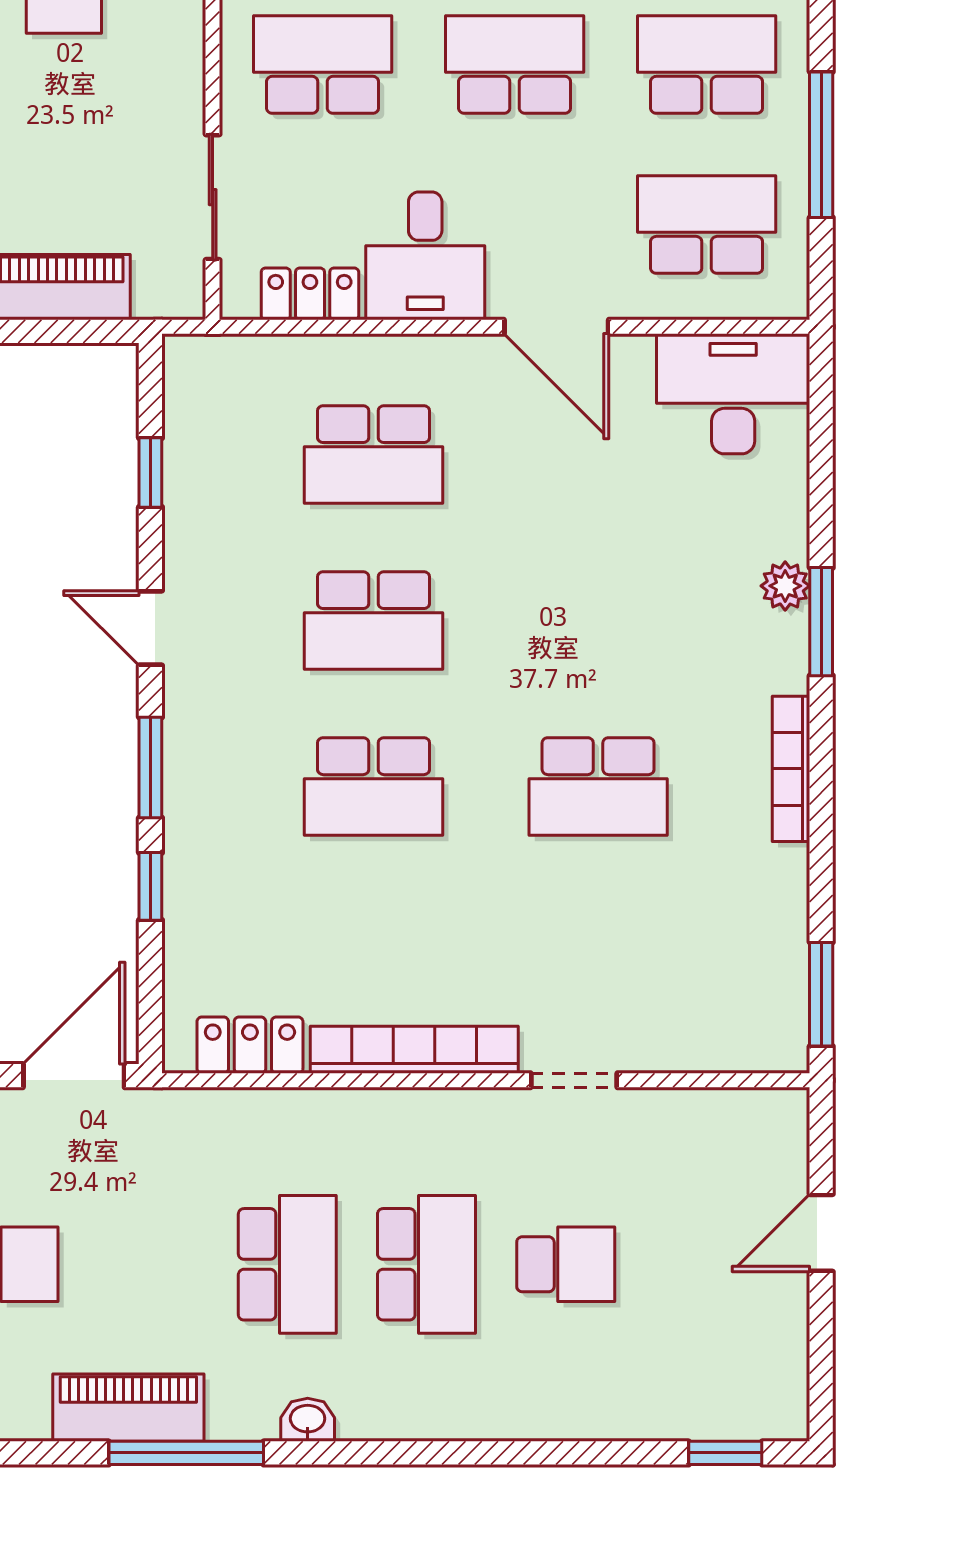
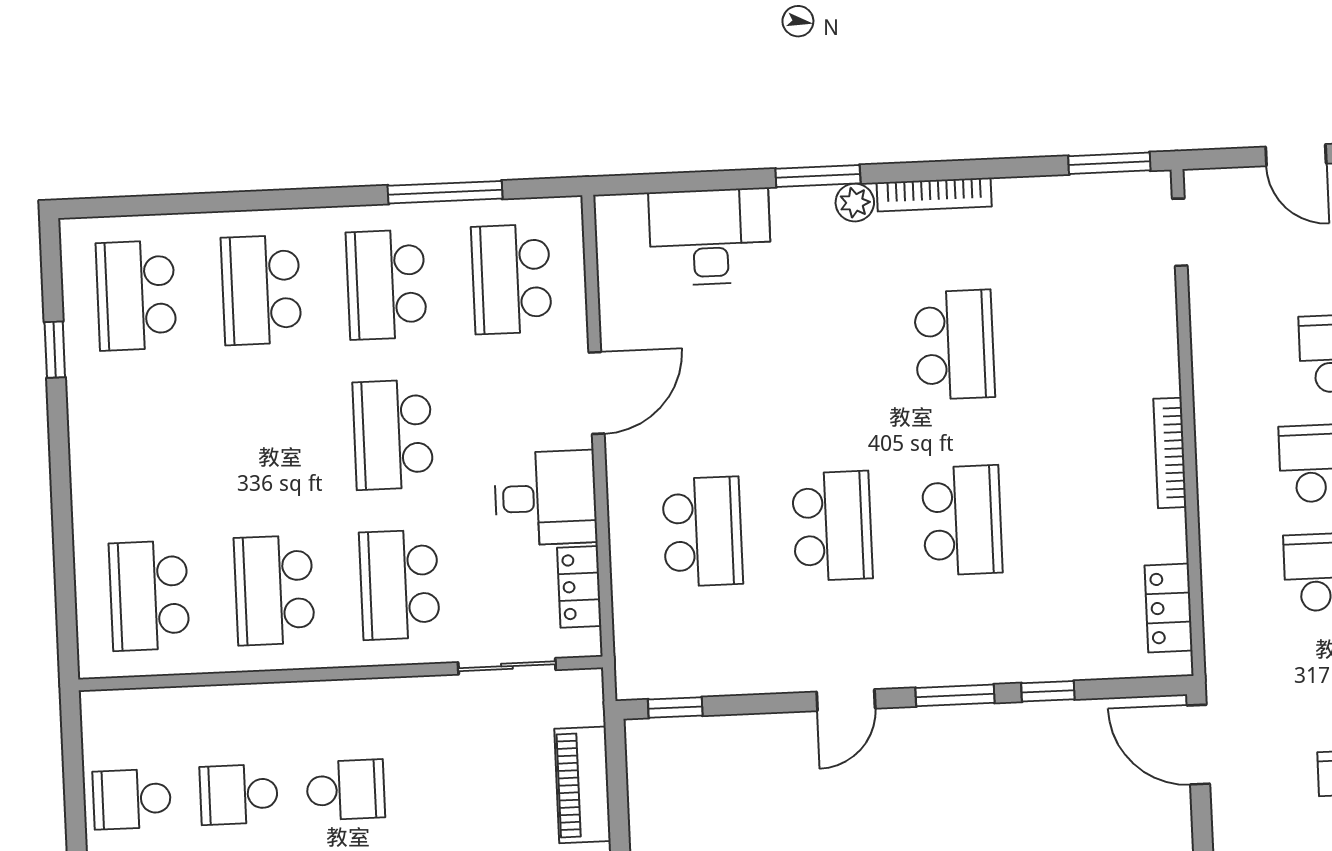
desk: (733, 394) -> (710, 237), moved, turned 90
window: (150, 473) -> (675, 708), moved
plant: (785, 586) -> (855, 202), moved
bookcase: (414, 1050) -> (1170, 453), width x0.68, depth x0.76
doorway: (574, 1080) -> (1180, 232), moved

